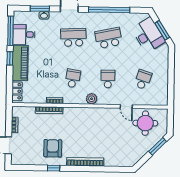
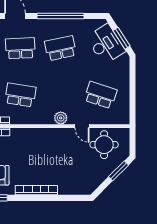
school desk: (73, 78) -> (20, 95), width x1.85
school desk: (108, 79) -> (60, 95), removed
school desk: (143, 80) -> (101, 95), width x1.85
plant: (92, 99) -> (61, 118), moved

